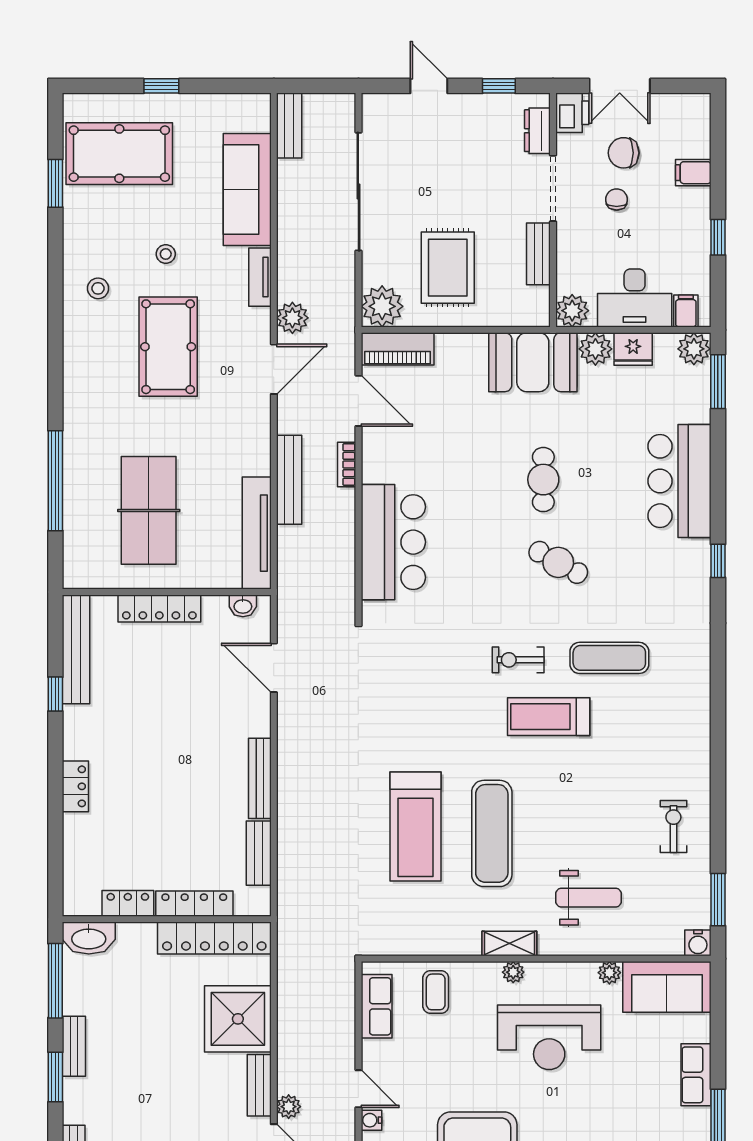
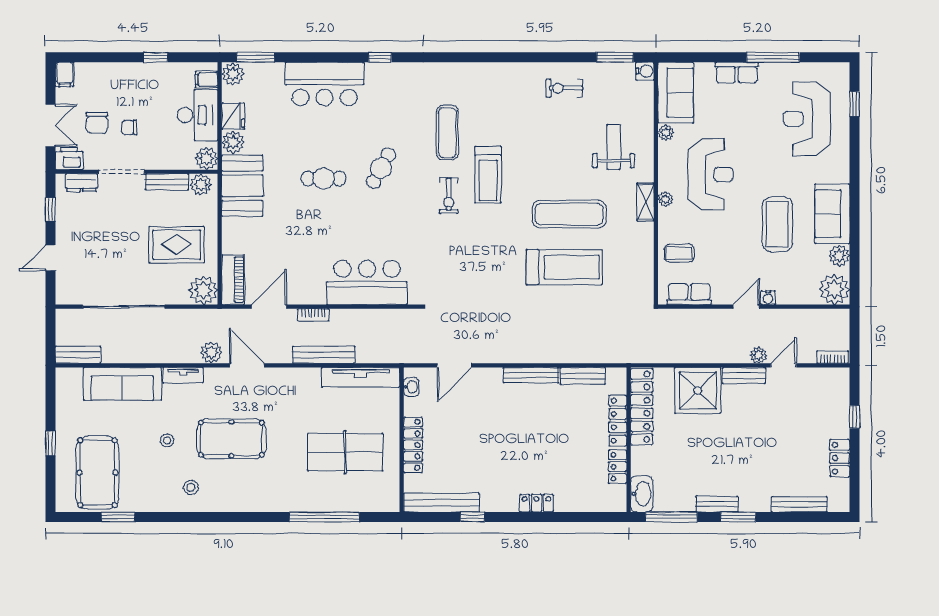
filing cabinet: (693, 173) -> (65, 74), moved
plant: (535, 303) -> (201, 184), added

